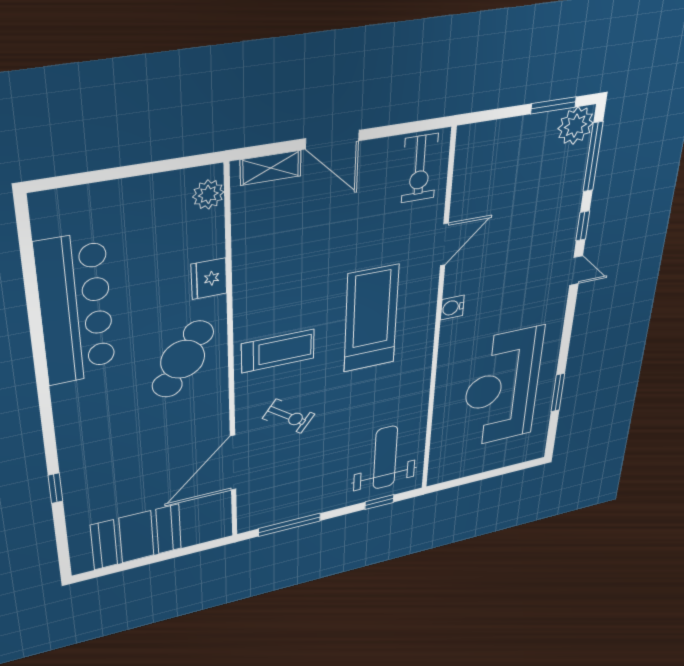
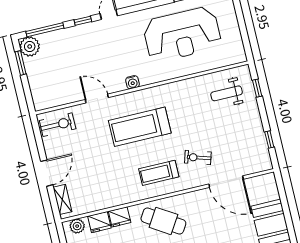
fridge: (207, 240) -> (99, 222), added
treadmill: (278, 351) -> (159, 173), turned -90
exercise bike: (289, 416) -> (198, 158), turned -109
weight bench: (385, 458) -> (227, 93), width x0.73, depth x0.75
window: (290, 525) -> (269, 139), width x0.46

